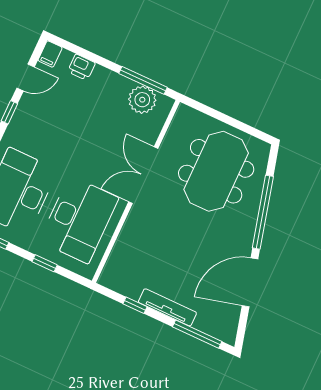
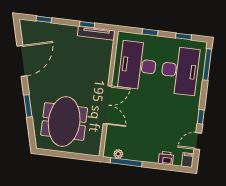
plant: (142, 100) -> (118, 154), width x0.53, depth x0.53
window: (263, 212) -> (28, 106), width x0.47
tv unit: (167, 307) -> (96, 33), moved
window: (197, 334) -> (44, 19), width x0.46

